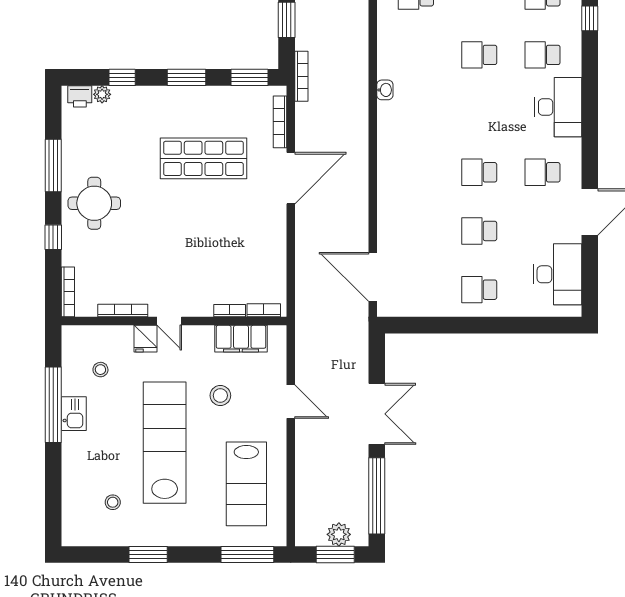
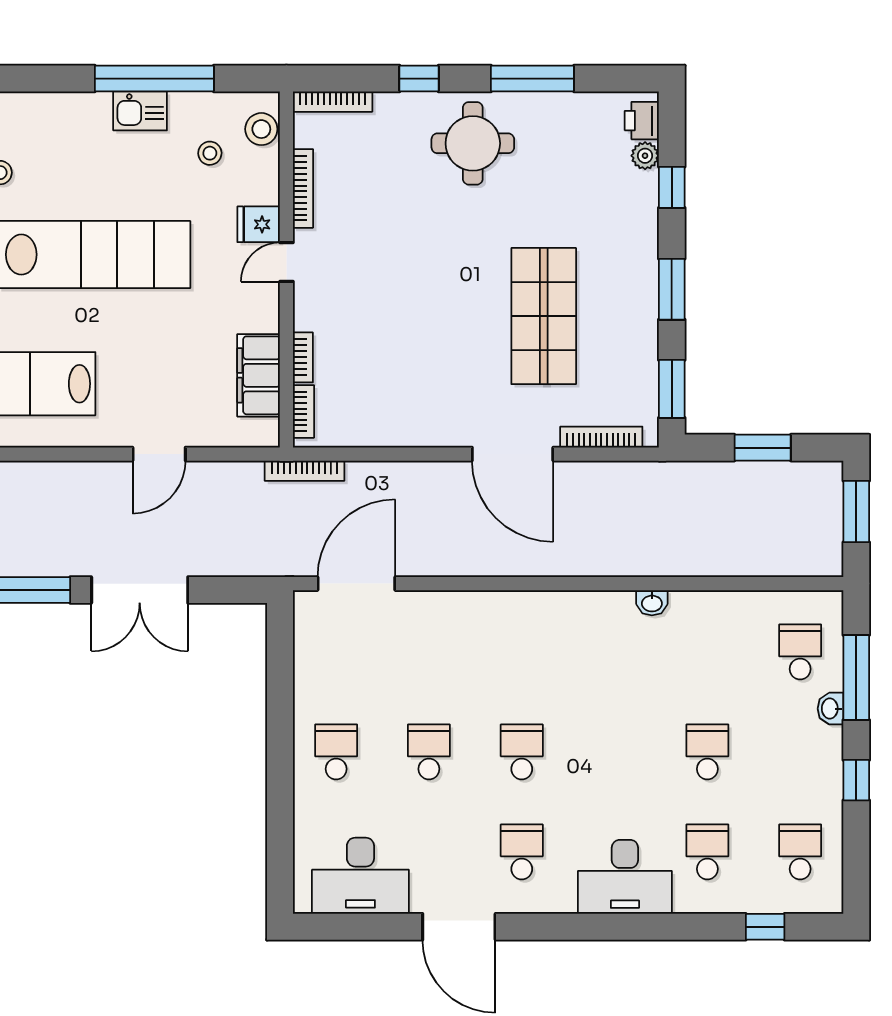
bookcase: (301, 76) -> (304, 471), moved
stool: (220, 395) -> (261, 129), moved

